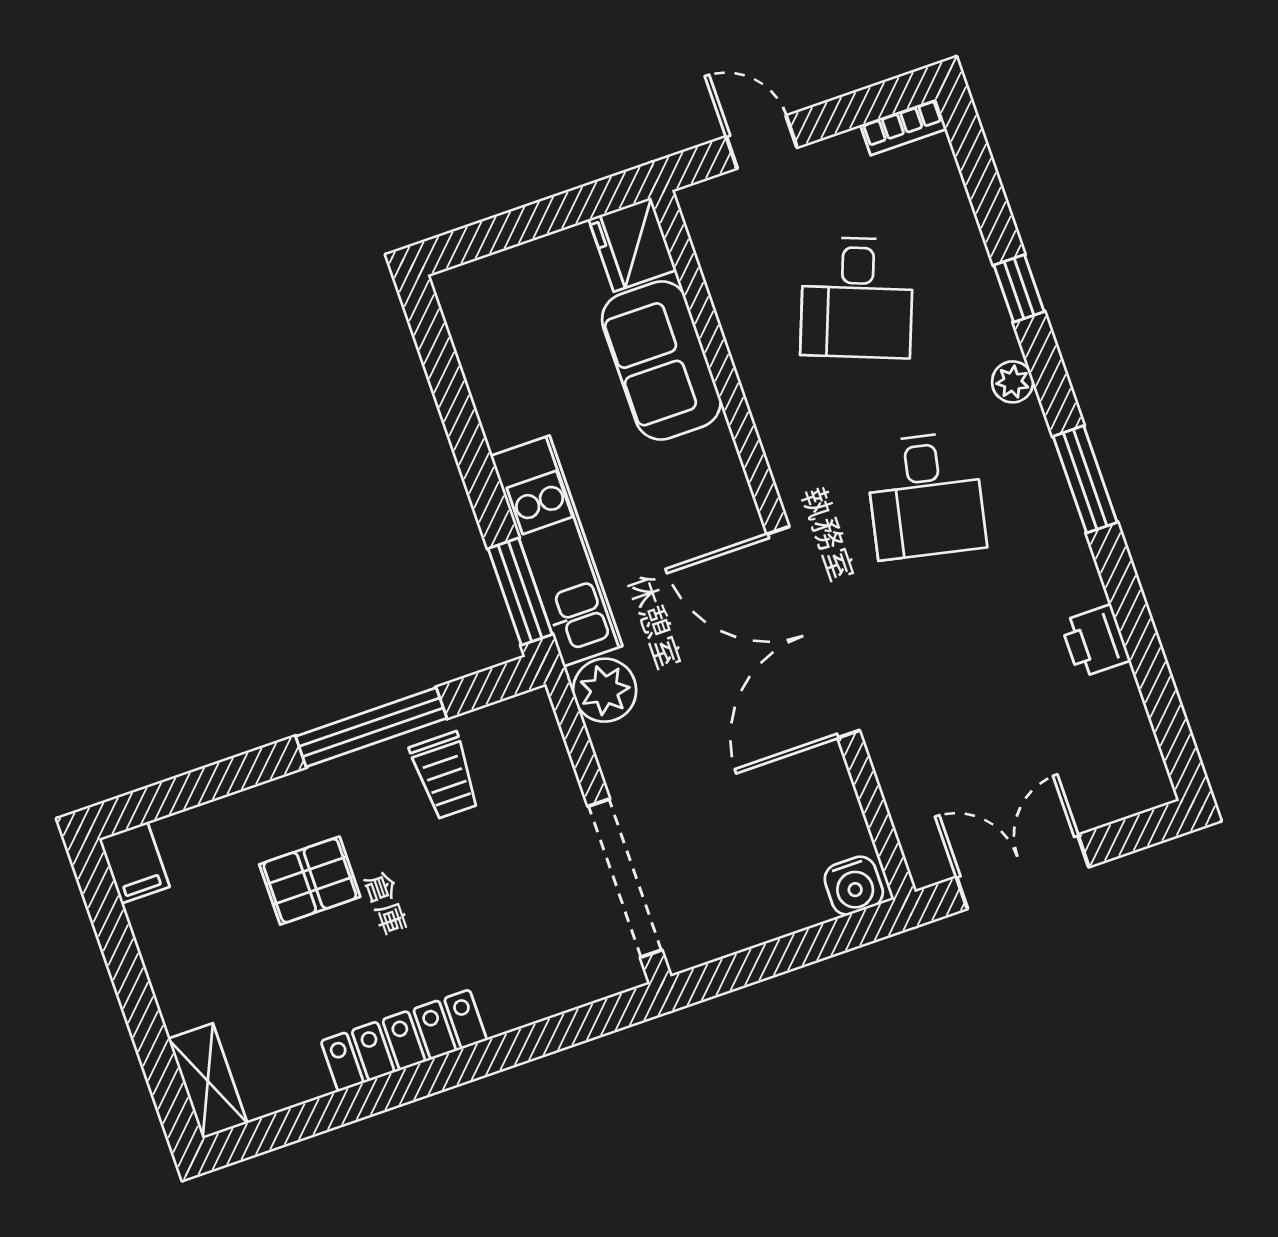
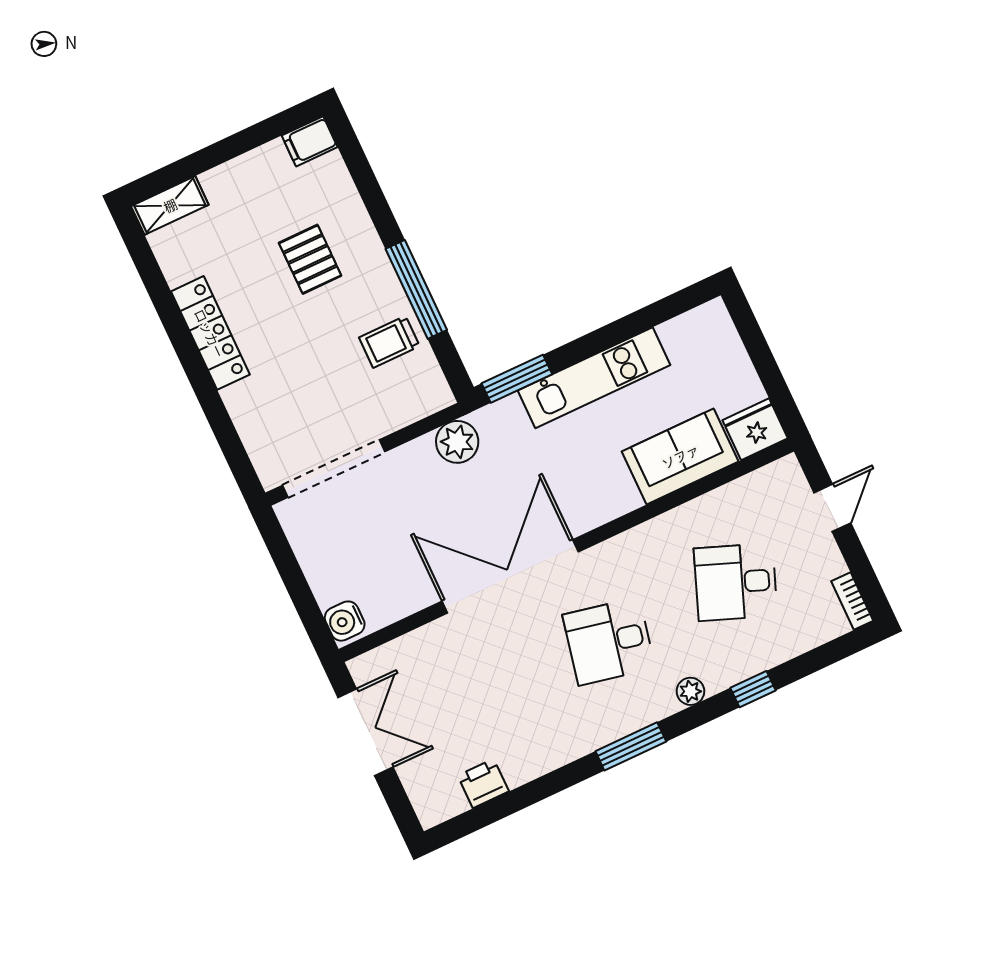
kitchen unit: (556, 551) -> (594, 378), moved
printer: (1095, 641) -> (483, 783), moved

